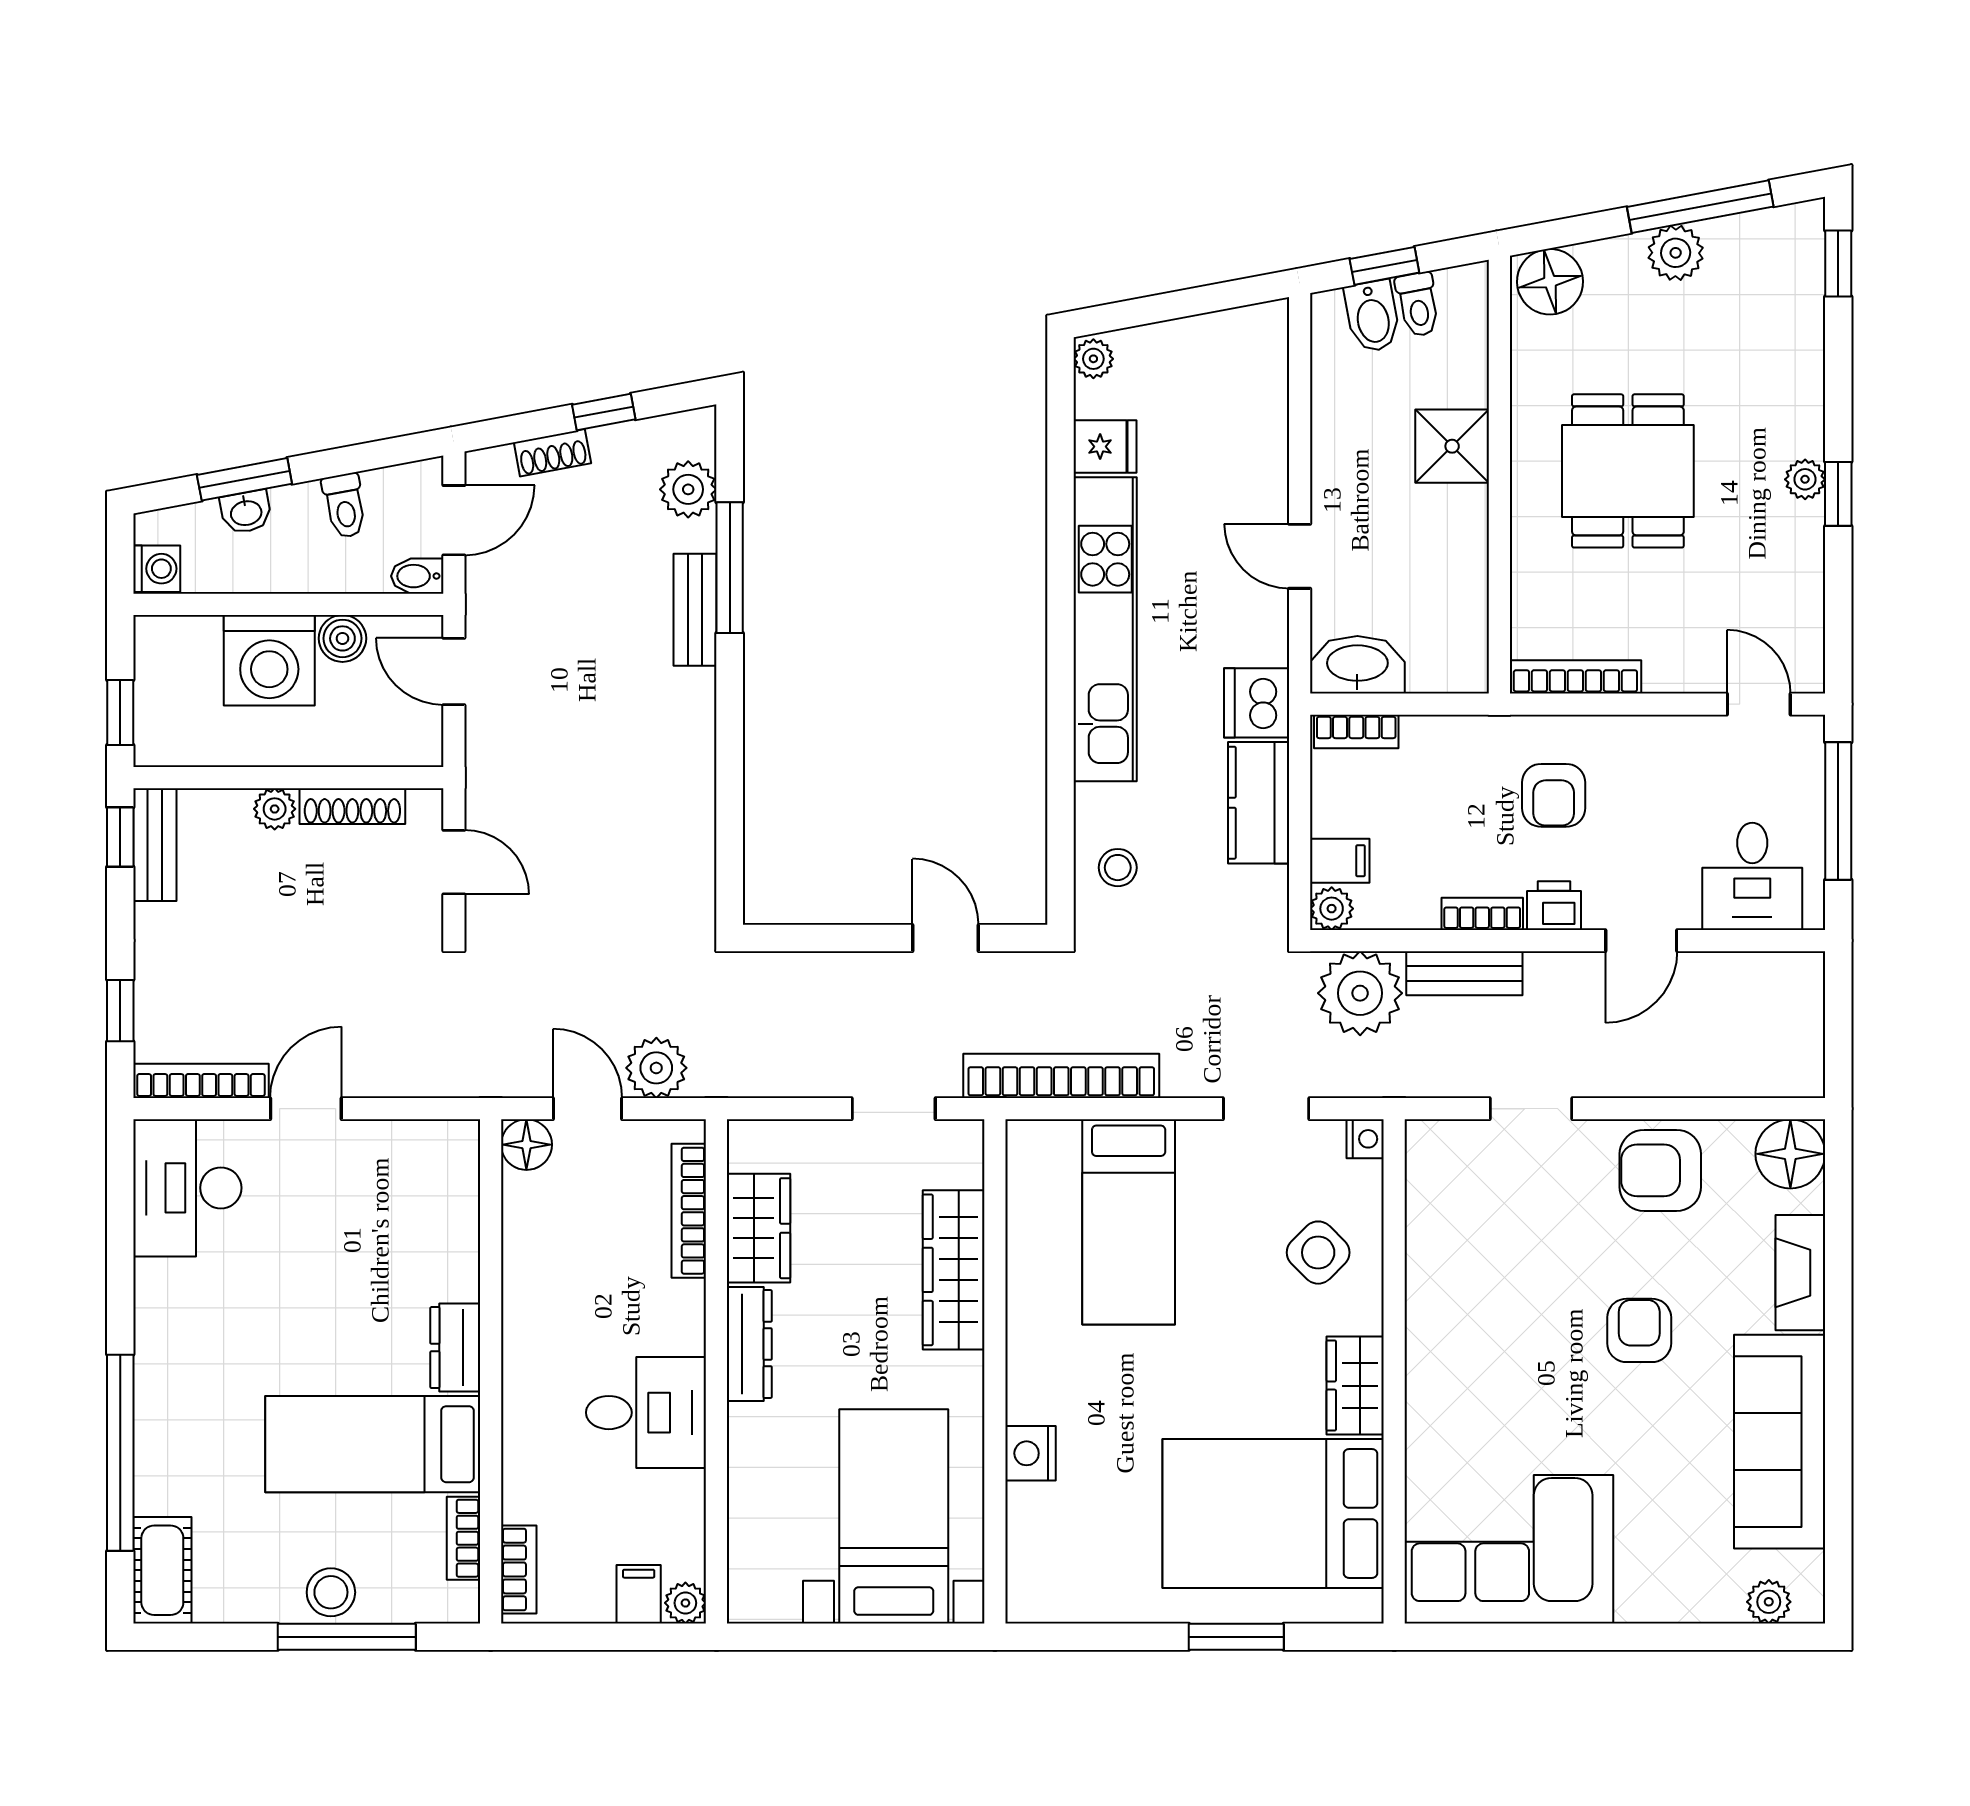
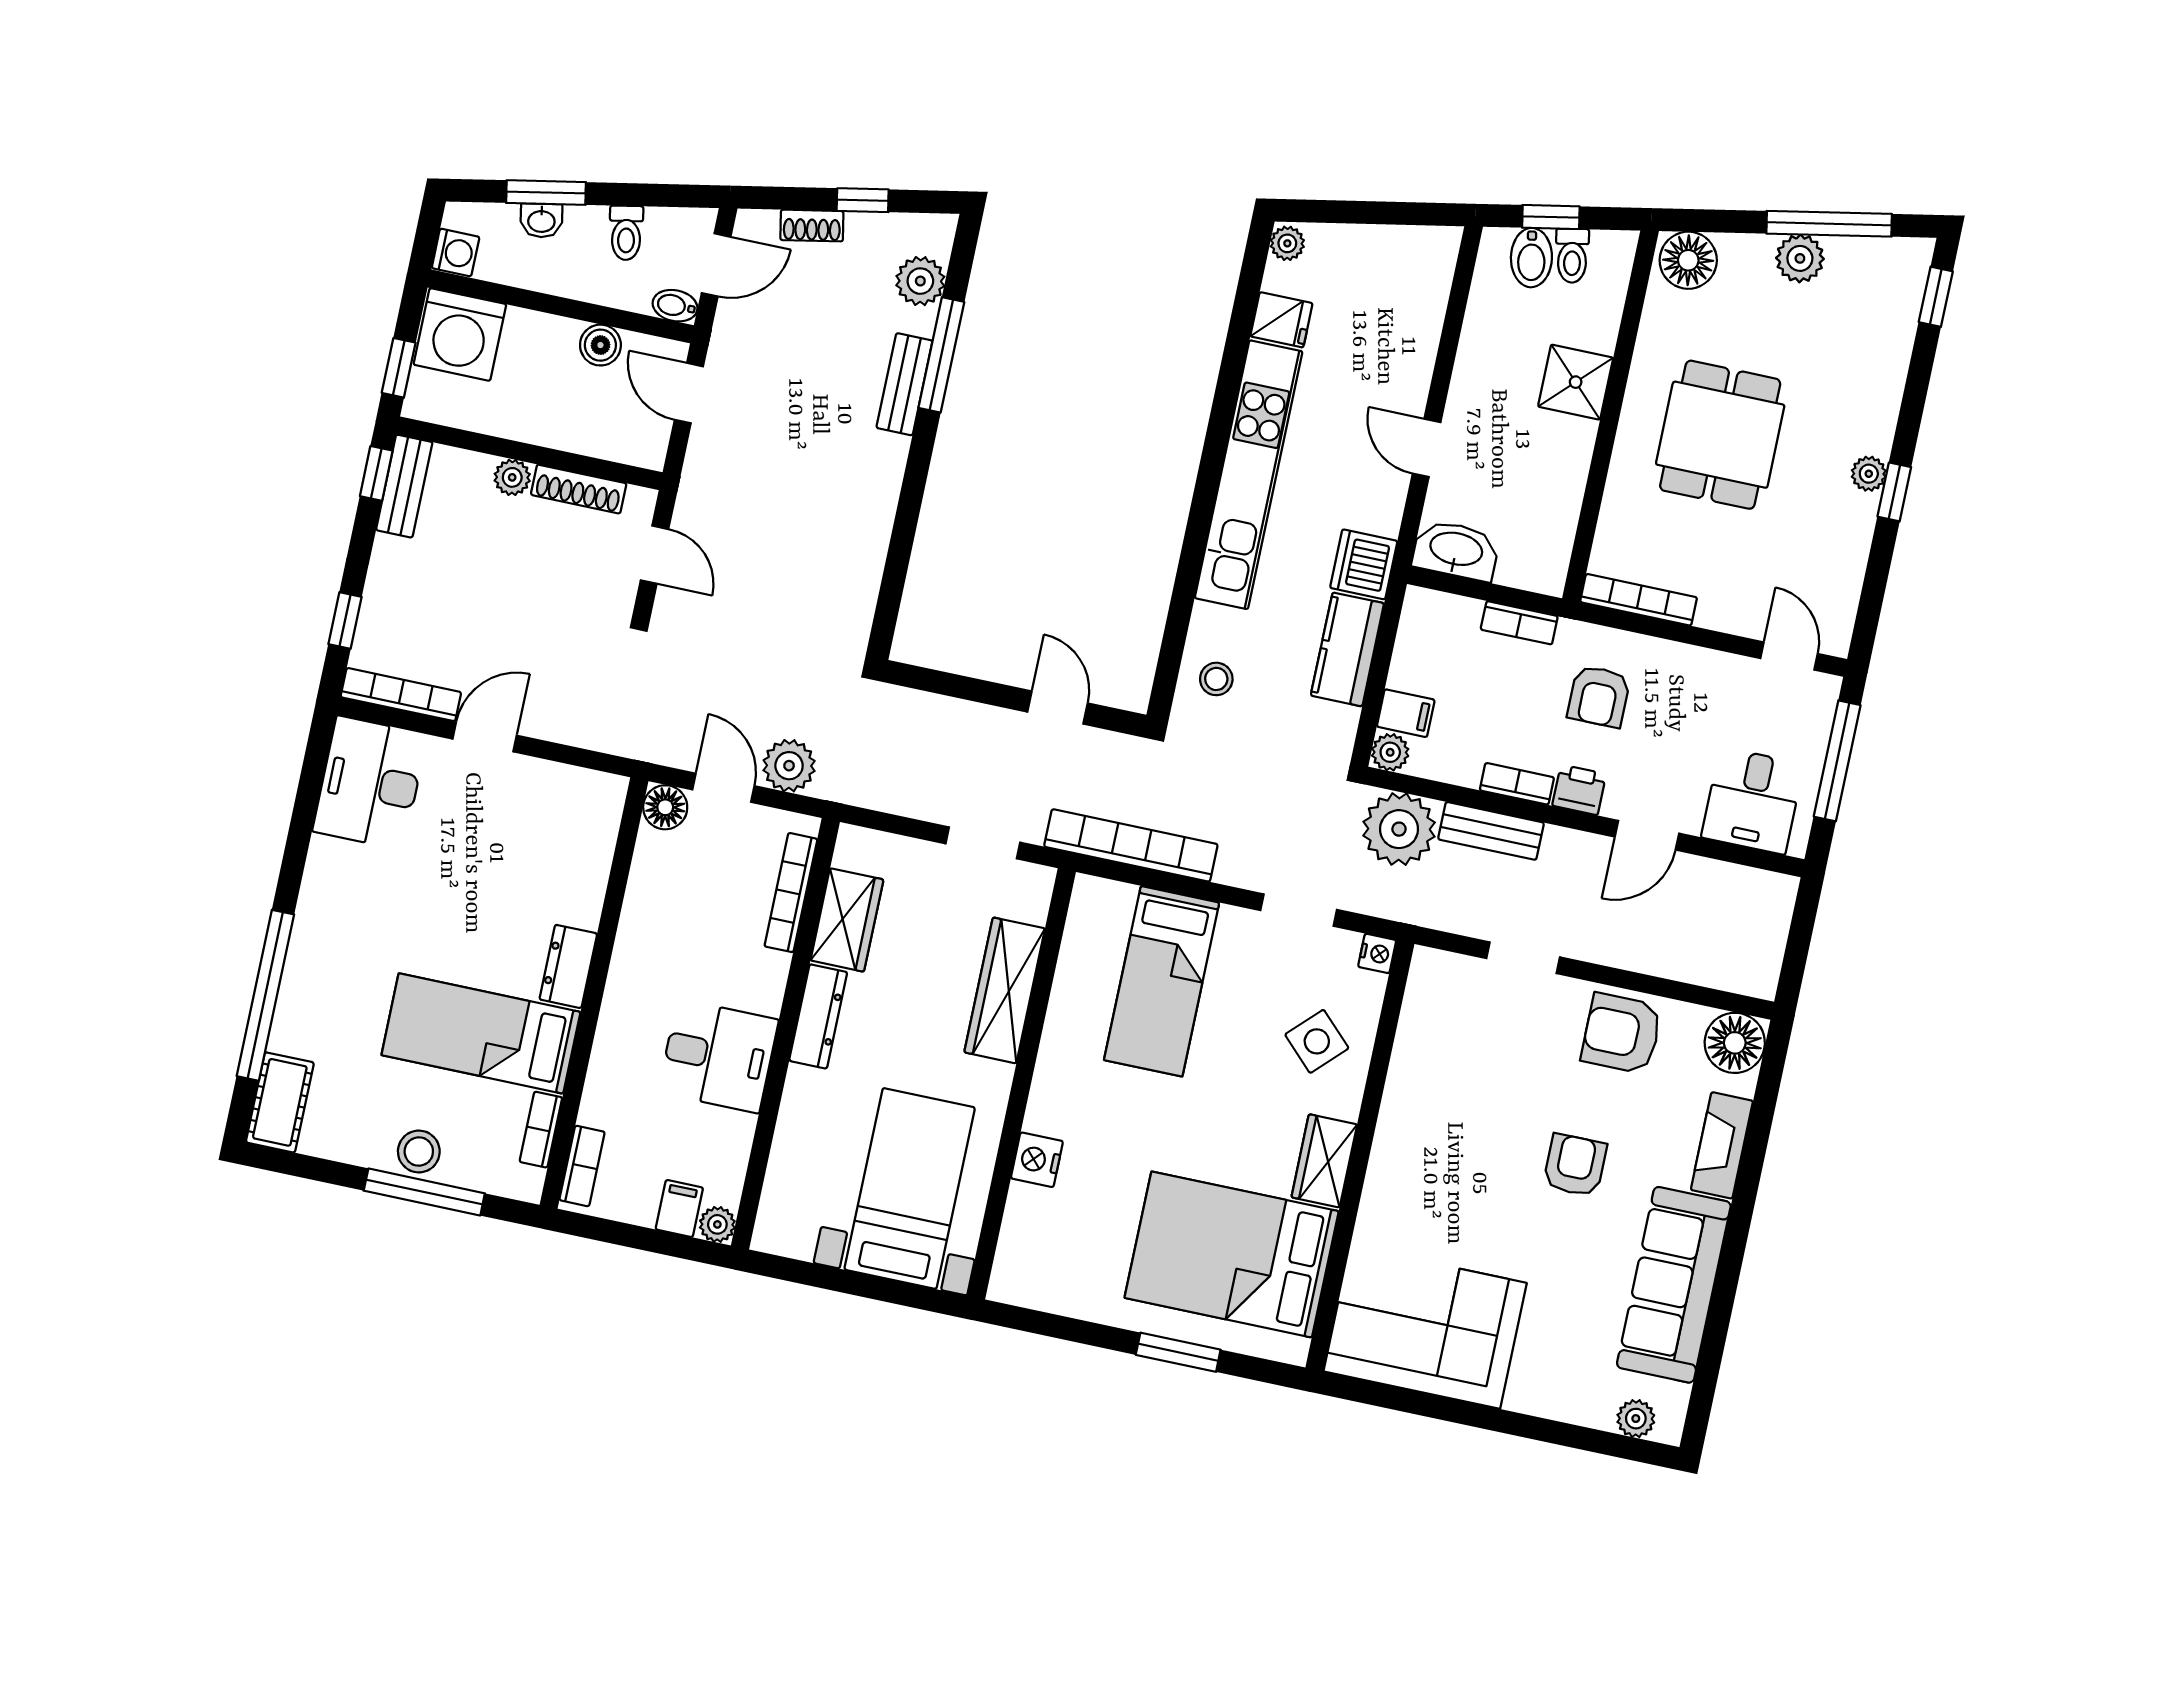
washing machine: (269, 660) -> (460, 334), moved
bookcase: (1356, 732) -> (1519, 623), moved

